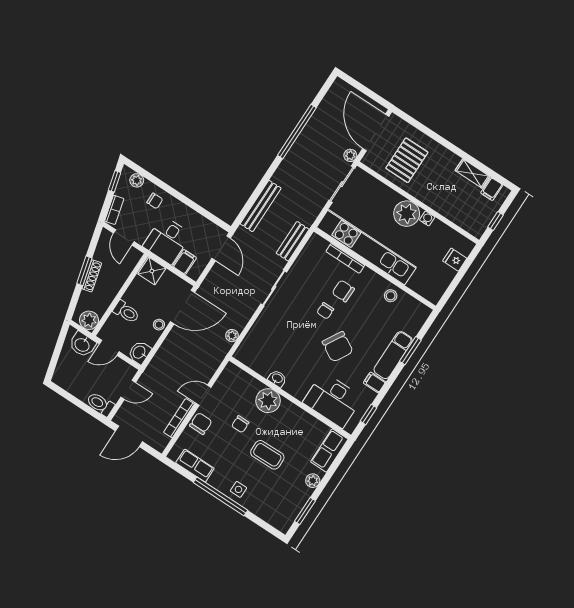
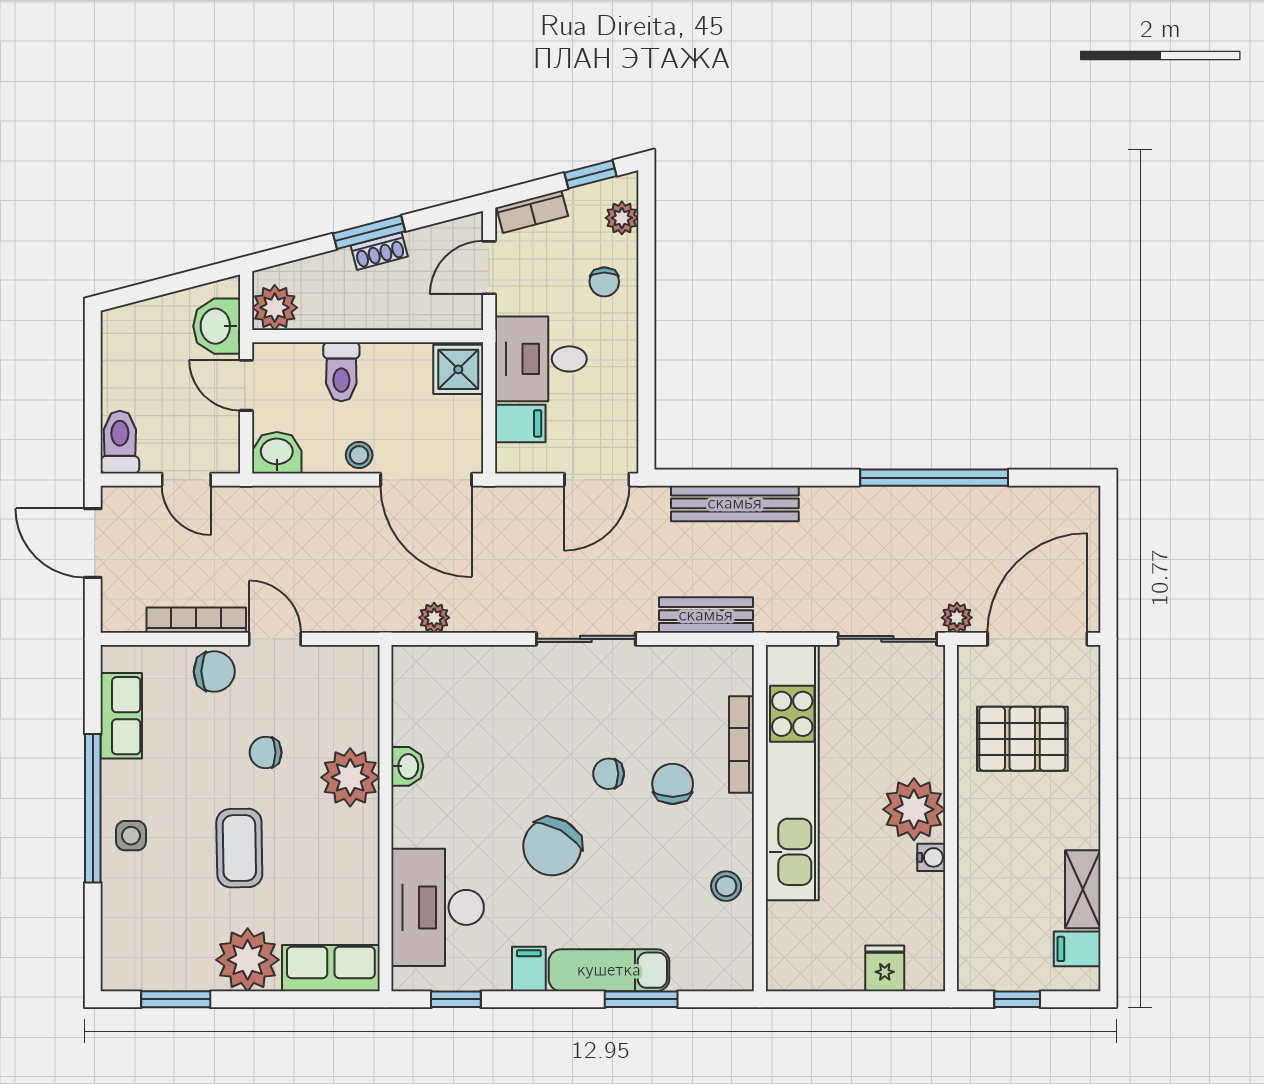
shoe rack: (92, 276) -> (379, 251), width x0.70
plant: (313, 481) -> (248, 960), width x1.88, depth x1.88

